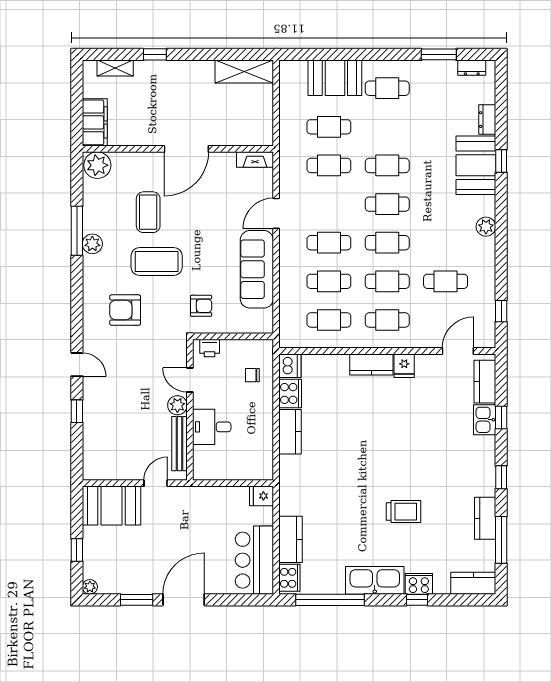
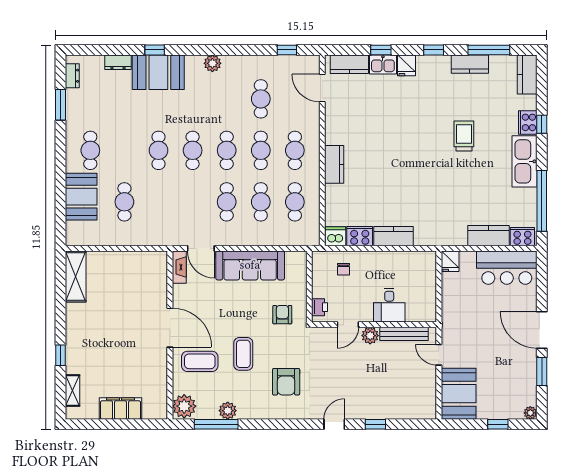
wall: (178, 149) -> (170, 335), moved
door: (186, 149) -> (170, 328), moved
fireplace: (255, 160) -> (179, 267), moved
plant: (97, 165) -> (184, 406), moved
cafe table: (329, 165) -> (159, 202), removed
coffee table: (157, 262) -> (243, 354), width x0.73, depth x0.76
fridge: (404, 366) -> (406, 65), moved, turned 90

